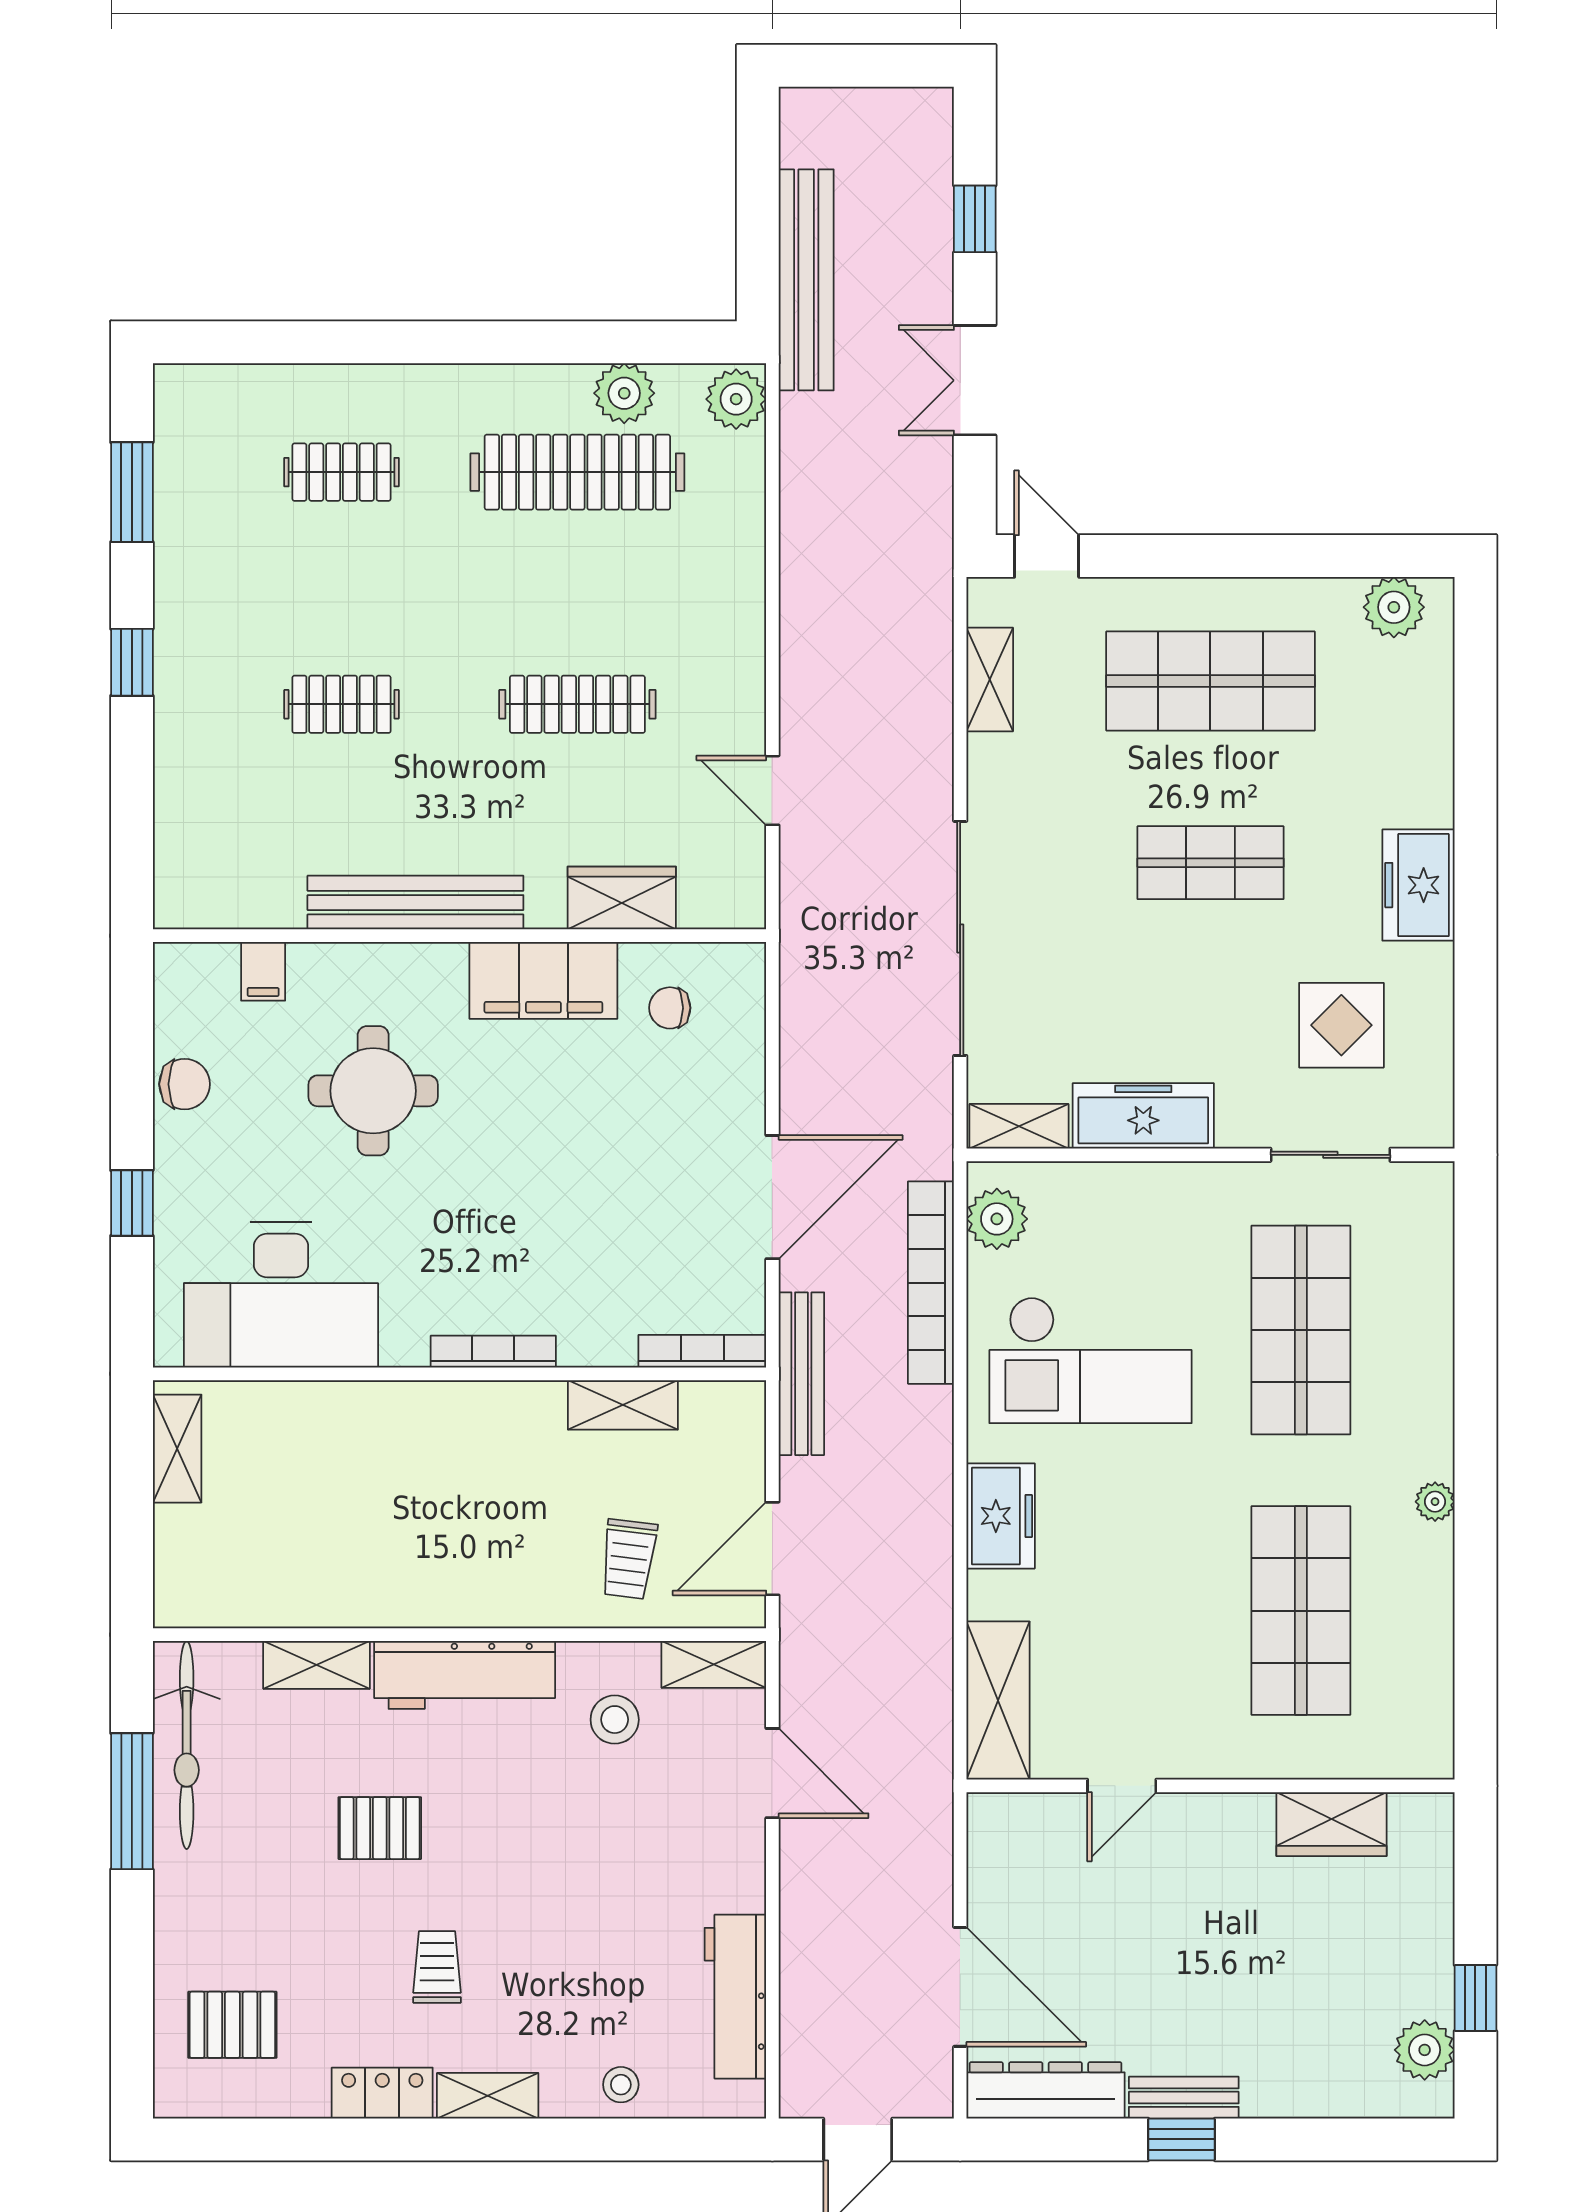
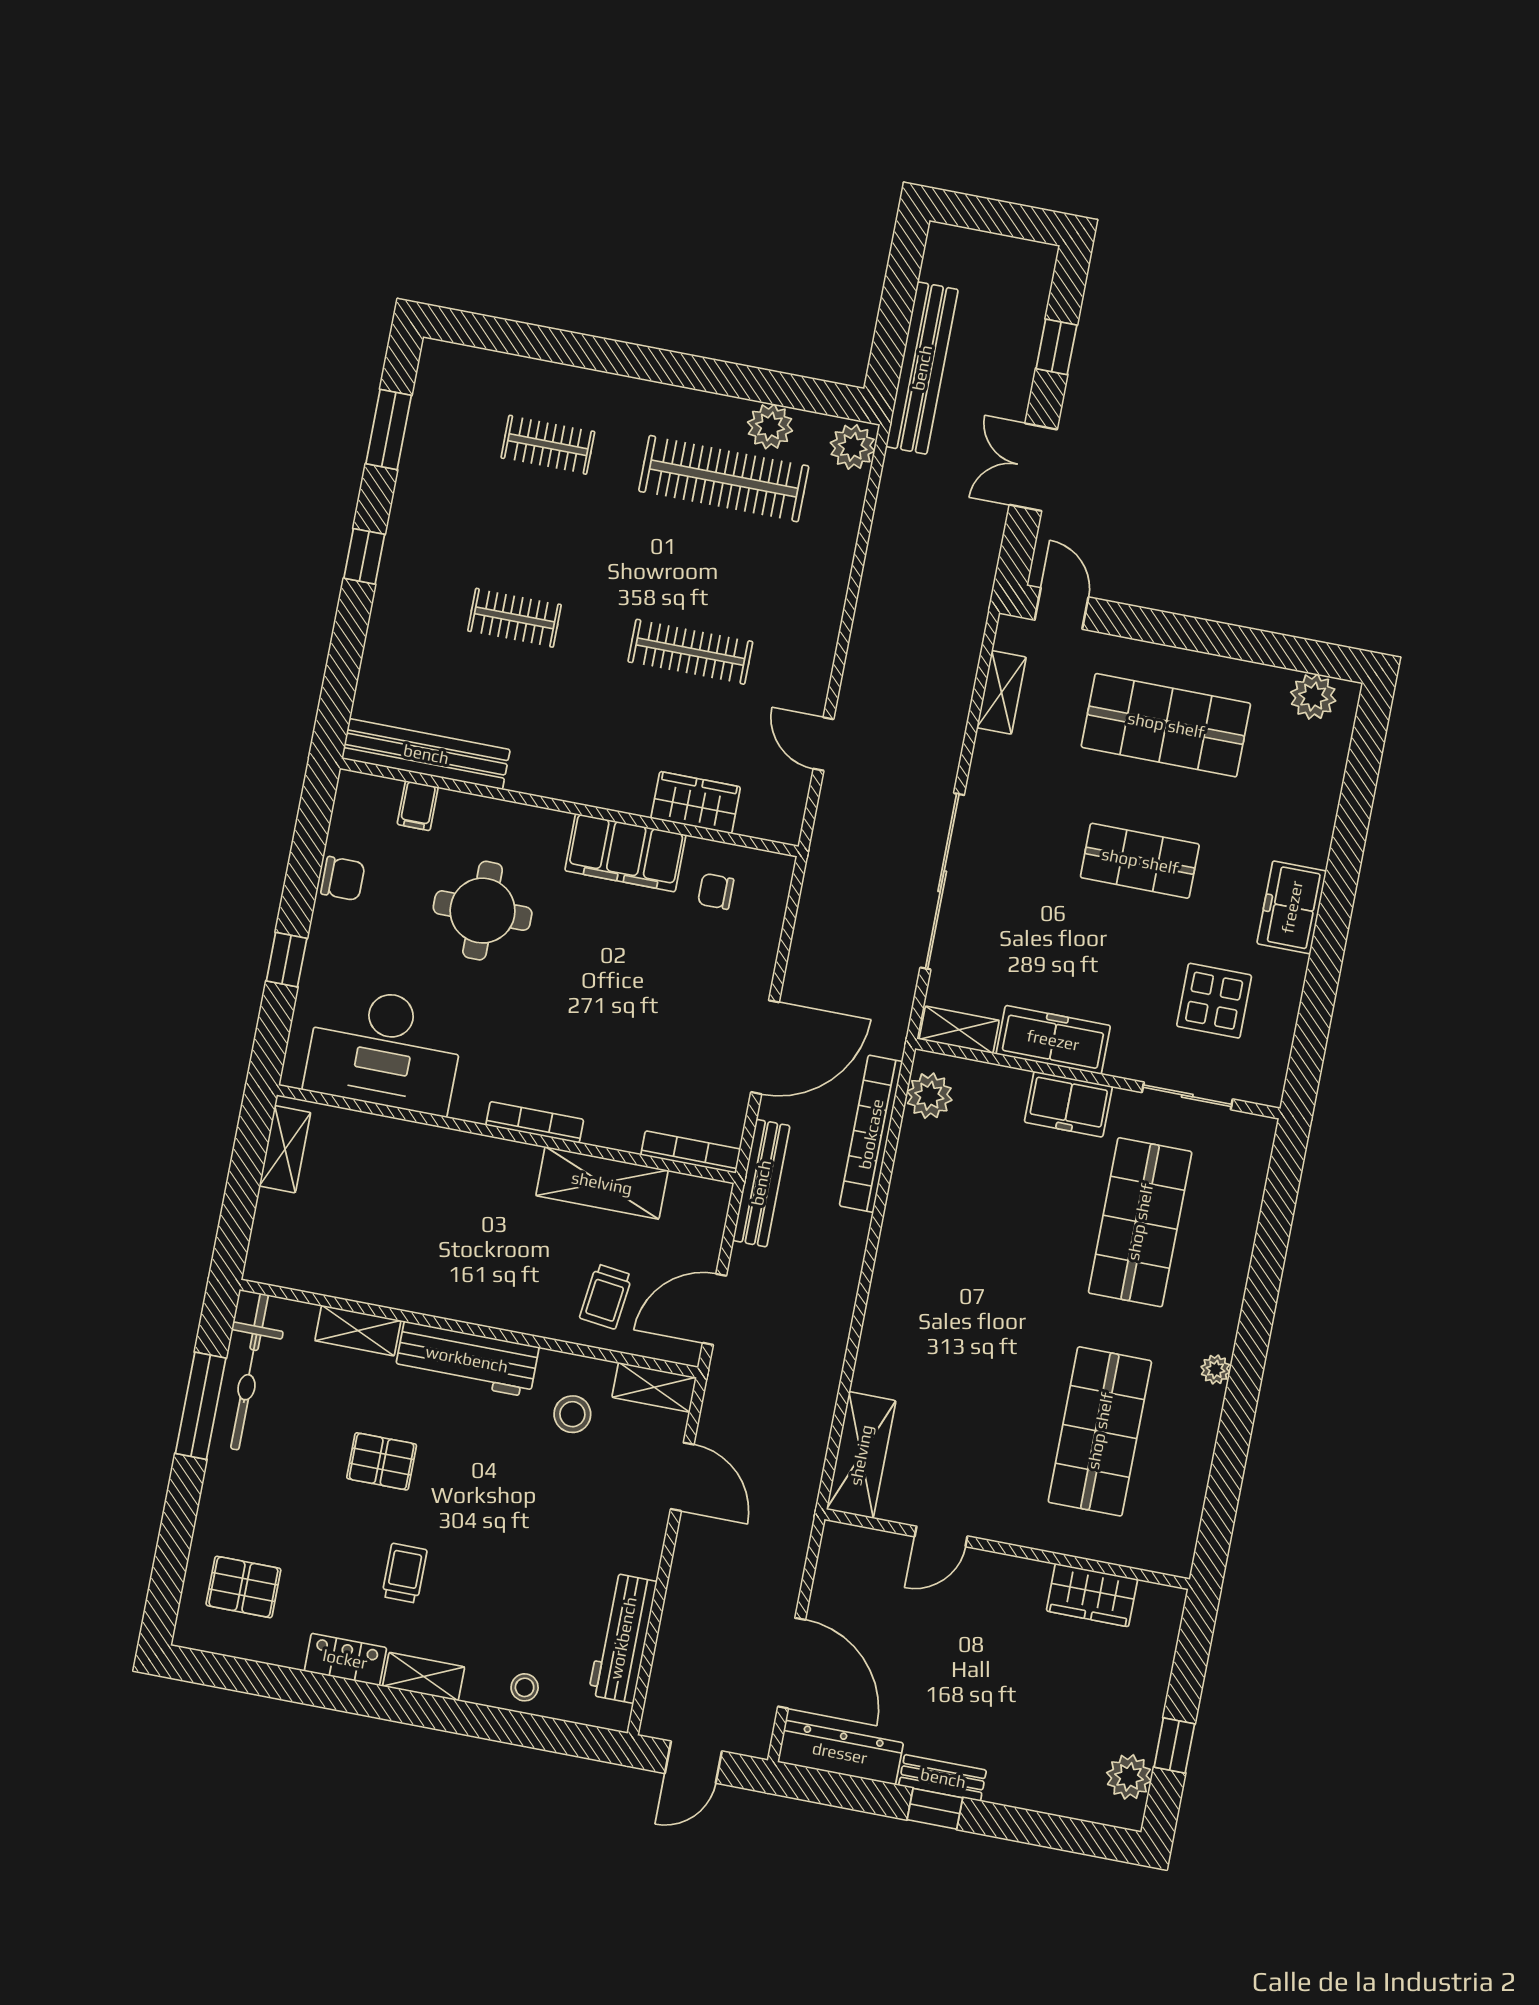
bench: (415, 903) -> (426, 754), moved
checkout: (1090, 1360) -> (979, 1214), removed
shelving: (623, 1405) -> (602, 1183), width x1.50, depth x1.33
freezer: (1001, 1516) -> (1068, 1104), moved, turned 90

